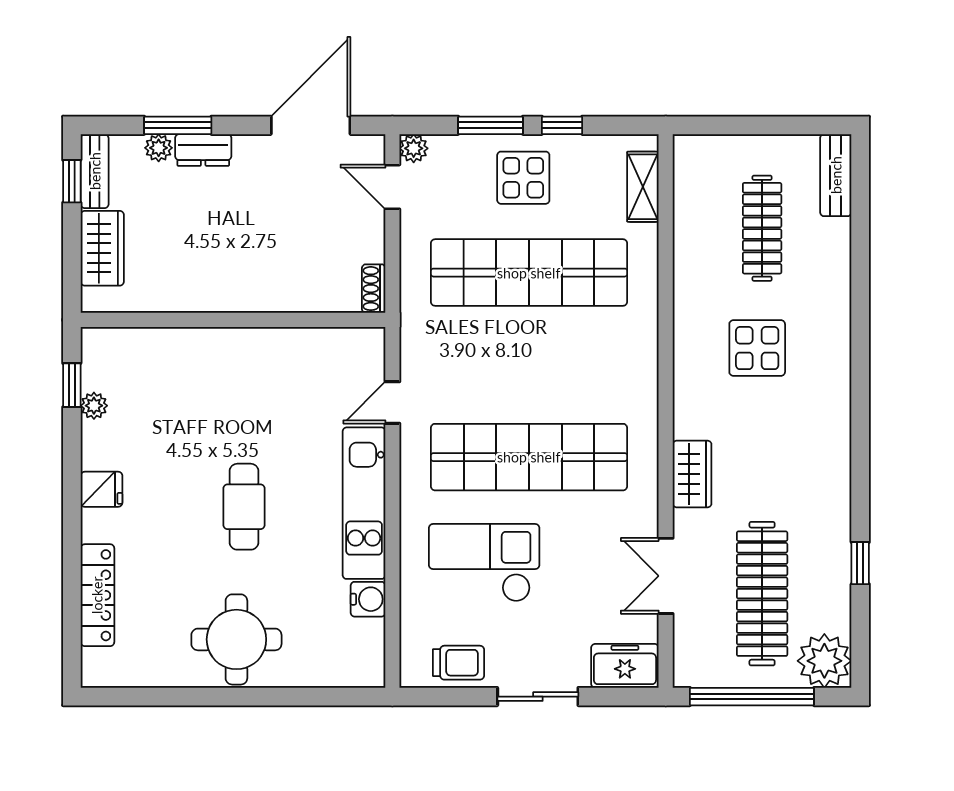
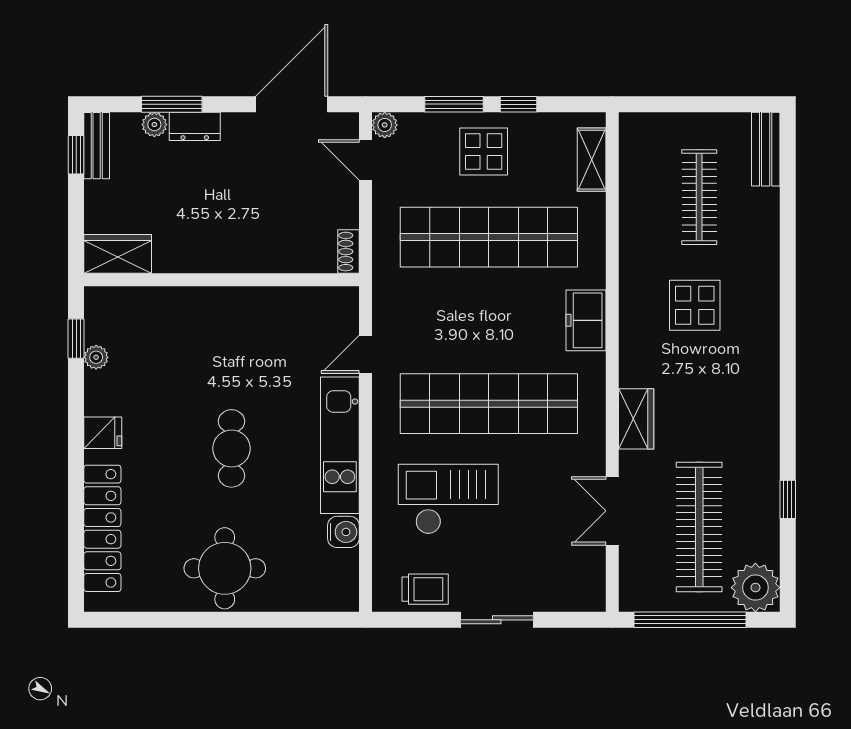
wardrobe: (102, 248) -> (118, 254), moved, turned -90
locker: (97, 595) -> (102, 528), width x1.41, depth x1.21
freezer: (625, 666) -> (586, 320), moved, turned -90

